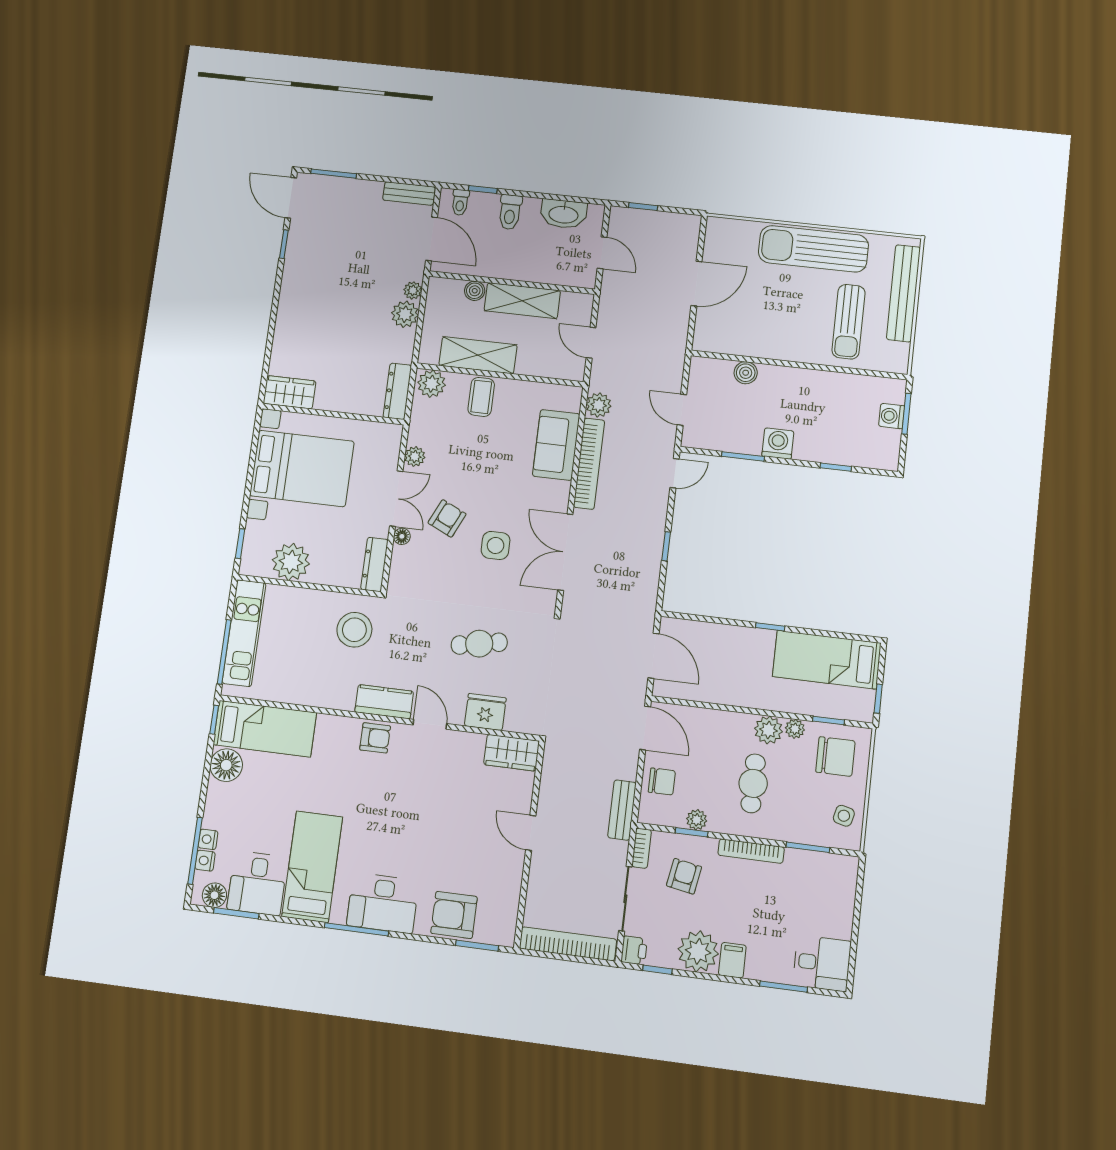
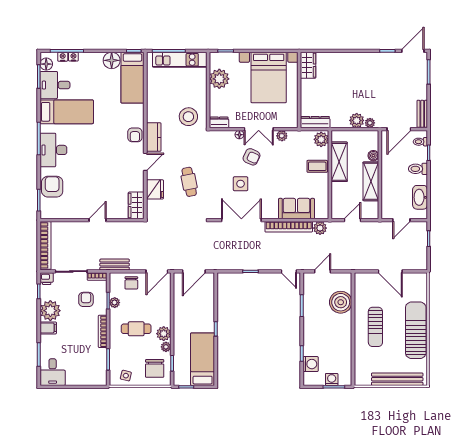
sun lounger: (849, 322) -> (375, 327), moved, turned -90
boiler: (746, 373) -> (341, 302), width x1.86, depth x1.86
washing machine: (778, 443) -> (311, 364), moved
dresser: (374, 564) -> (219, 122), width x0.70
armchair: (684, 876) -> (86, 299), turned -100

